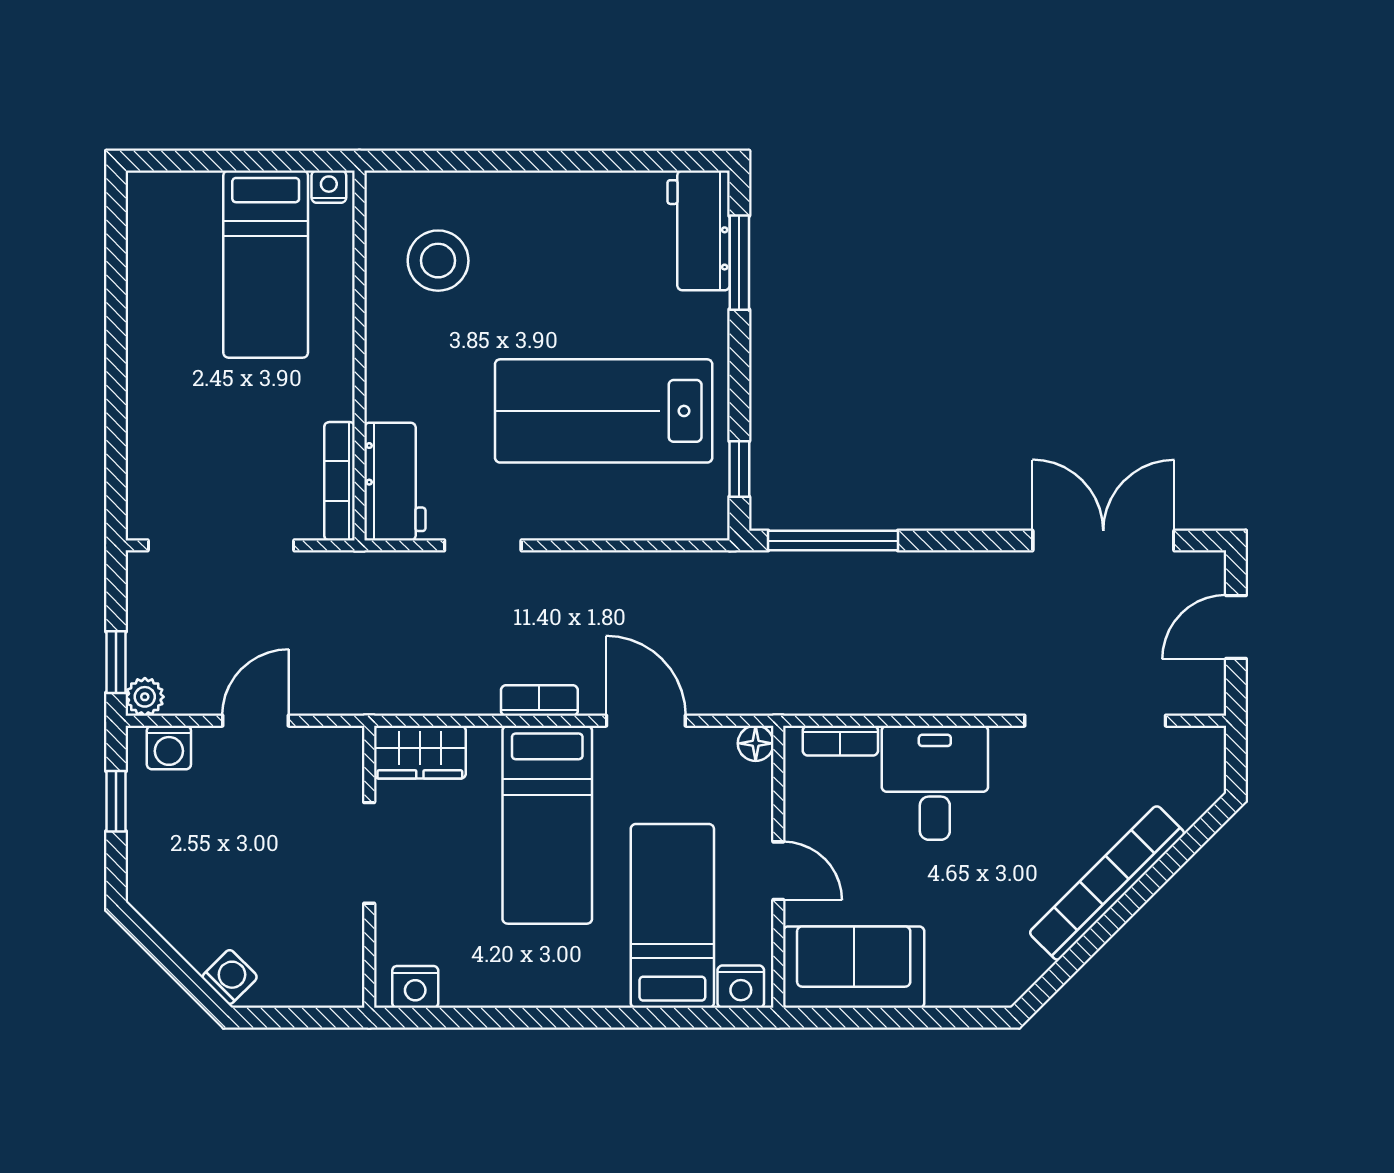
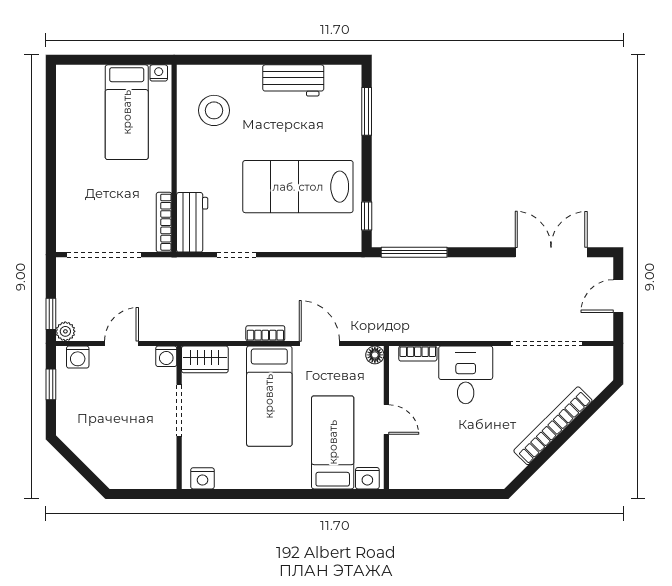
workbench: (699, 230) -> (293, 80), moved, turned -90
sofa: (854, 967) -> (425, 468), removed
washing machine: (230, 977) -> (166, 356), moved, turned 135

